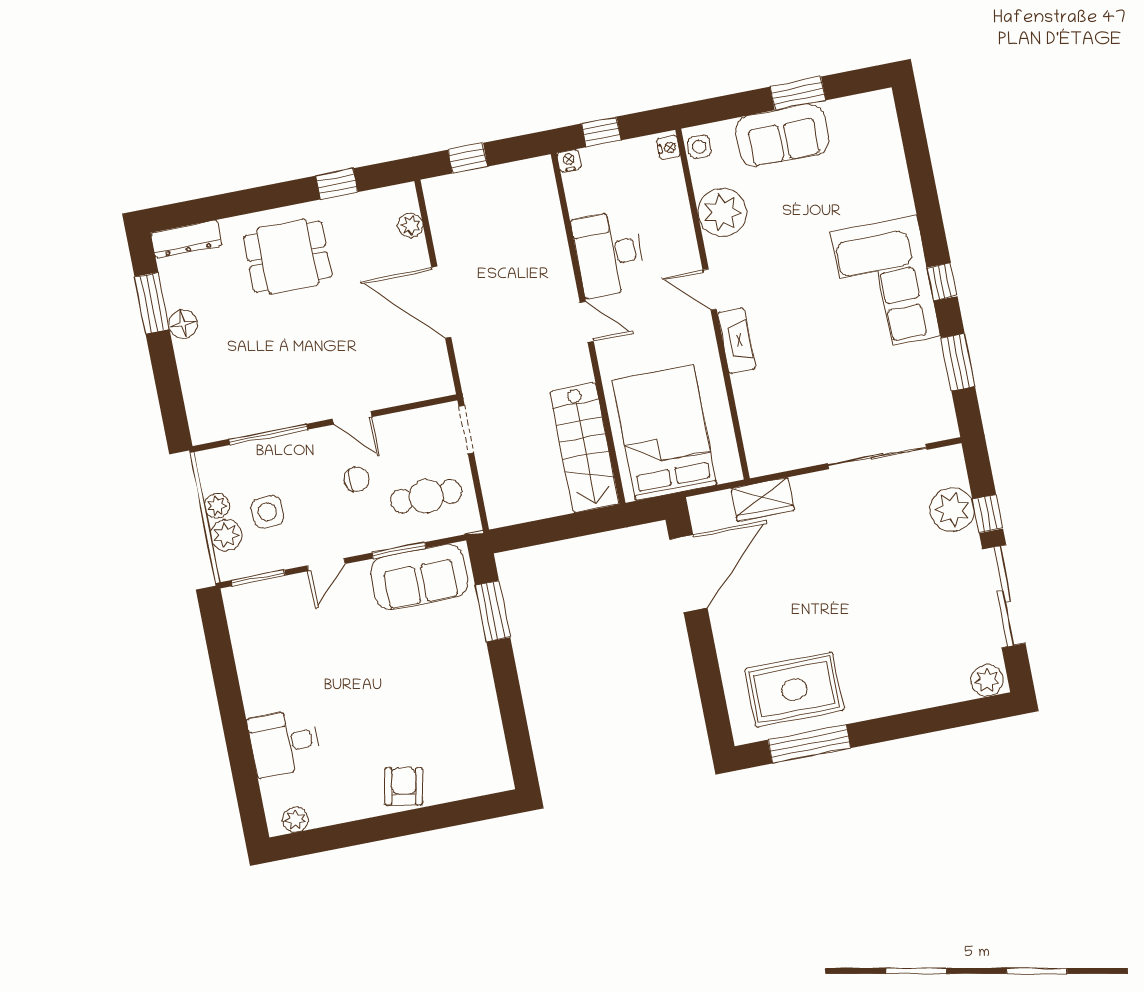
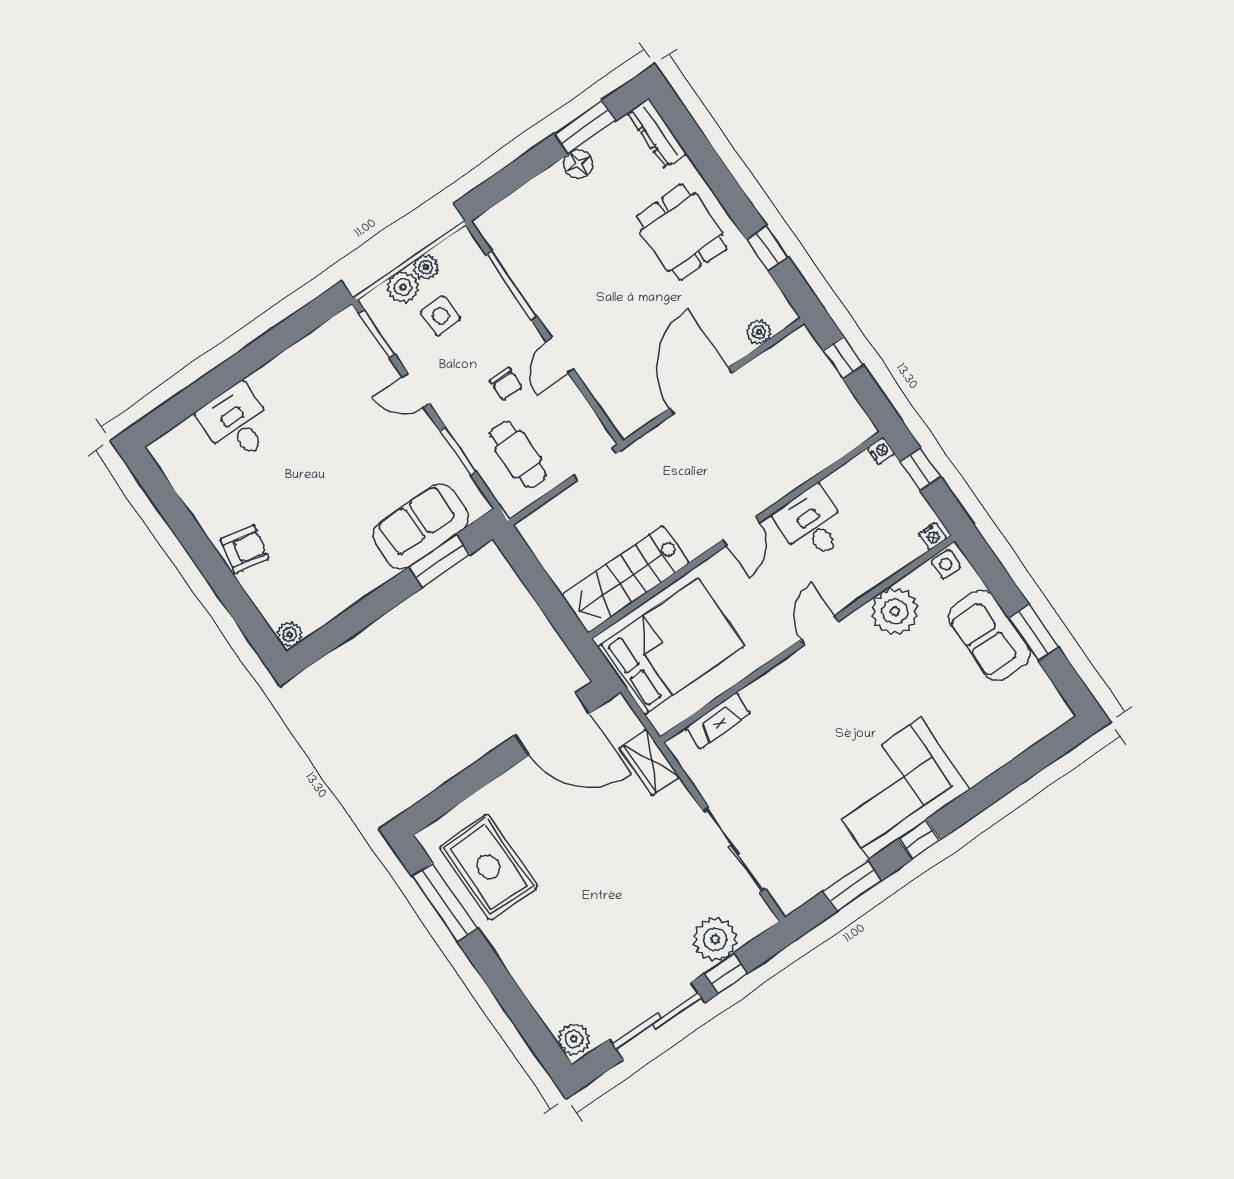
desk: (609, 254) -> (812, 524), width x0.73
fireplace: (736, 341) -> (718, 721), moved
sofa: (419, 577) -> (421, 526), moved, turned 90
plant: (295, 819) -> (290, 635), moved

